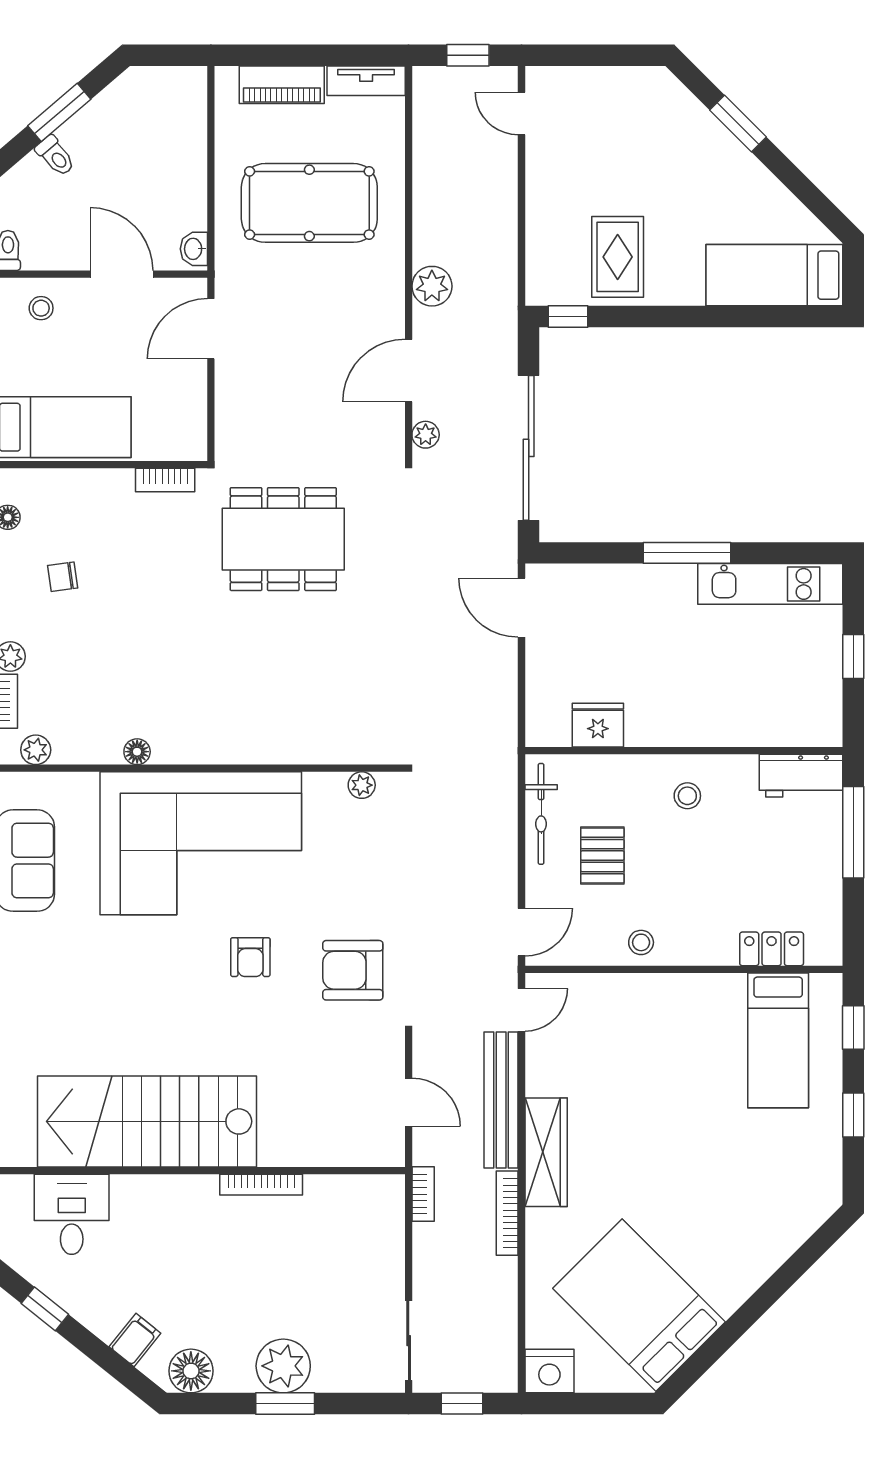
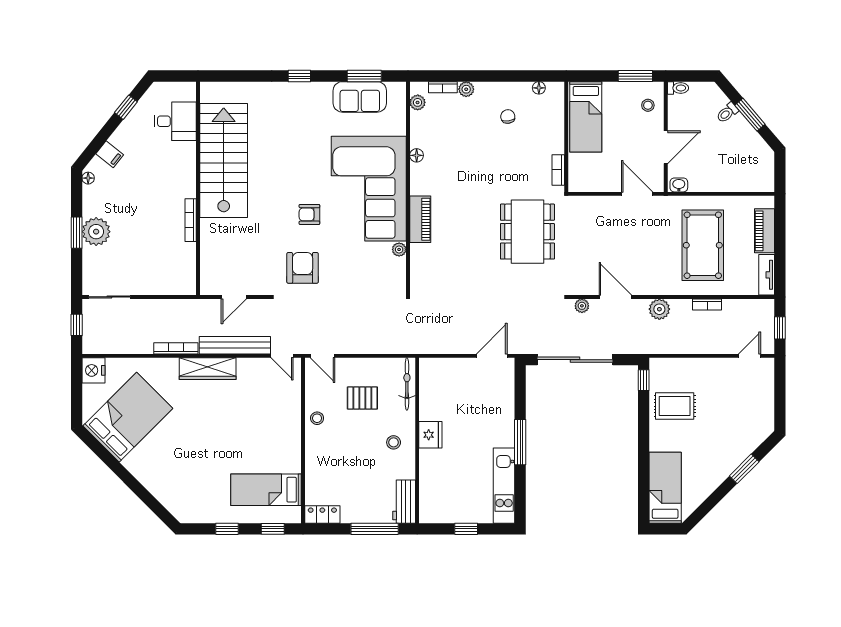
fridge: (598, 725) -> (430, 435), moved
piano: (260, 745) -> (420, 219), added
plant: (362, 785) -> (399, 249), moved
bicycle: (541, 814) -> (407, 384), moved, turned 90
locker: (772, 949) -> (322, 515), moved, turned -90
bookcase: (423, 1194) -> (707, 305), moved
floor lamp: (191, 1371) -> (88, 178), width x0.53, depth x0.53

